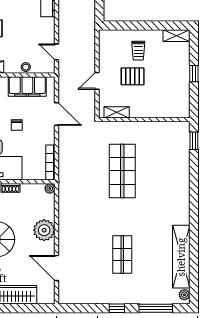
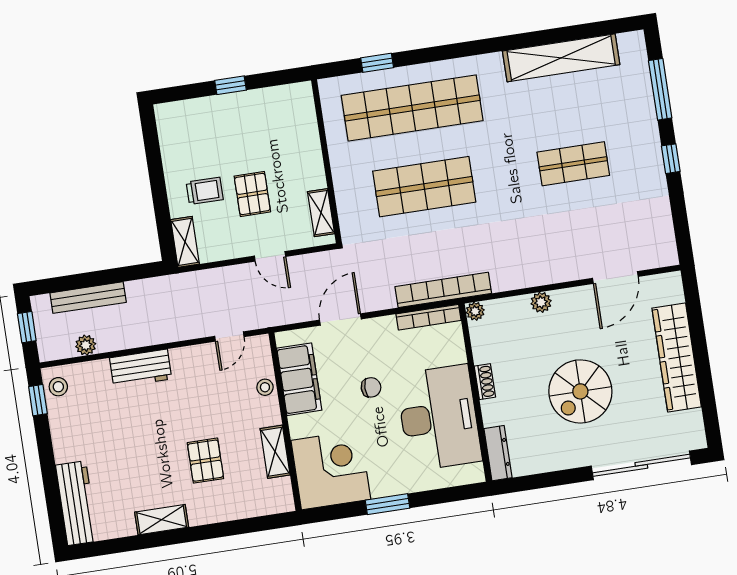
shelving: (176, 36) -> (185, 242), moved
window: (194, 141) -> (377, 63), moved
shop shelf: (166, 171) -> (412, 108), added
bookcase: (64, 173) -> (443, 290), added
plant: (44, 230) -> (541, 302), width x0.53, depth x0.53
plant: (184, 295) -> (628, 42), removed

